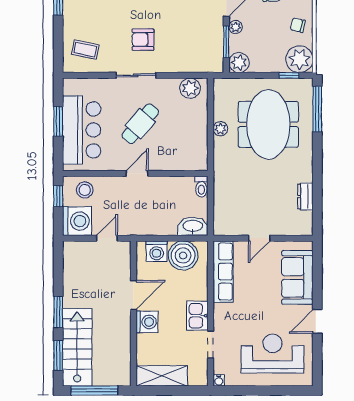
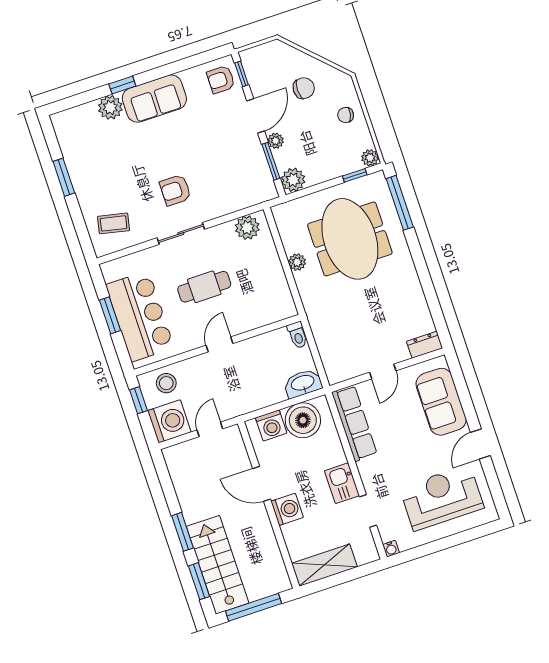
plant: (299, 59) -> (370, 158), width x0.53, depth x0.53
cafe table: (140, 124) -> (204, 287), turned 50
dresser: (305, 196) -> (425, 345), moved, turned 90
door: (133, 295) -> (262, 484), swing flipped

